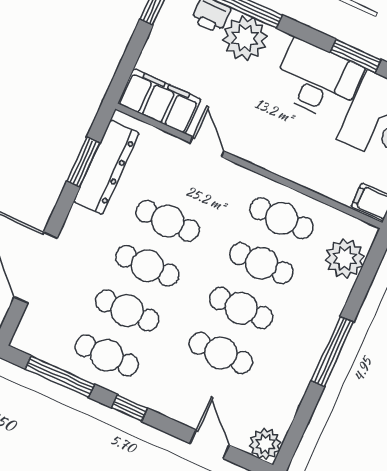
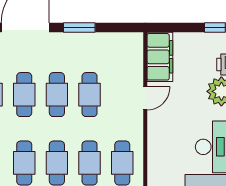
window: (83, 162) -> (79, 27), moved
dresser: (106, 167) -> (105, 43), removed

